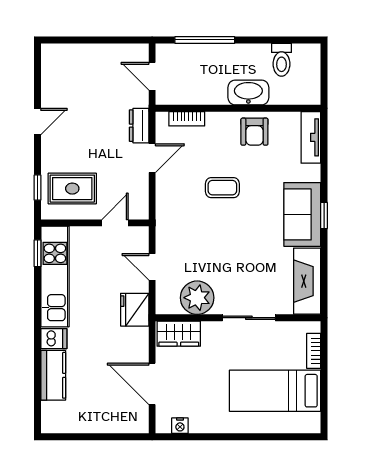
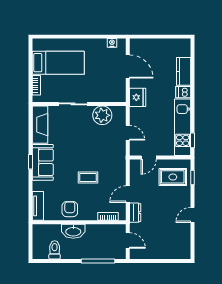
fridge: (135, 310) -> (138, 97), moved
wardrobe: (179, 334) -> (113, 95), removed

